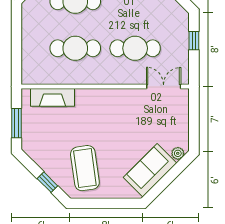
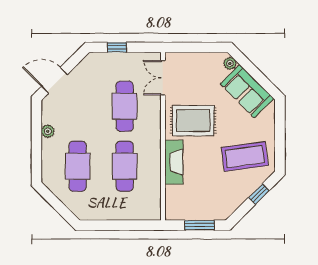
fireplace: (53, 97) -> (174, 162), moved
rug: (121, 117) -> (193, 121), added

